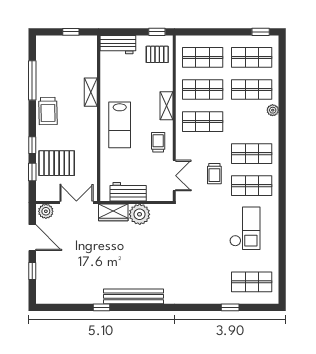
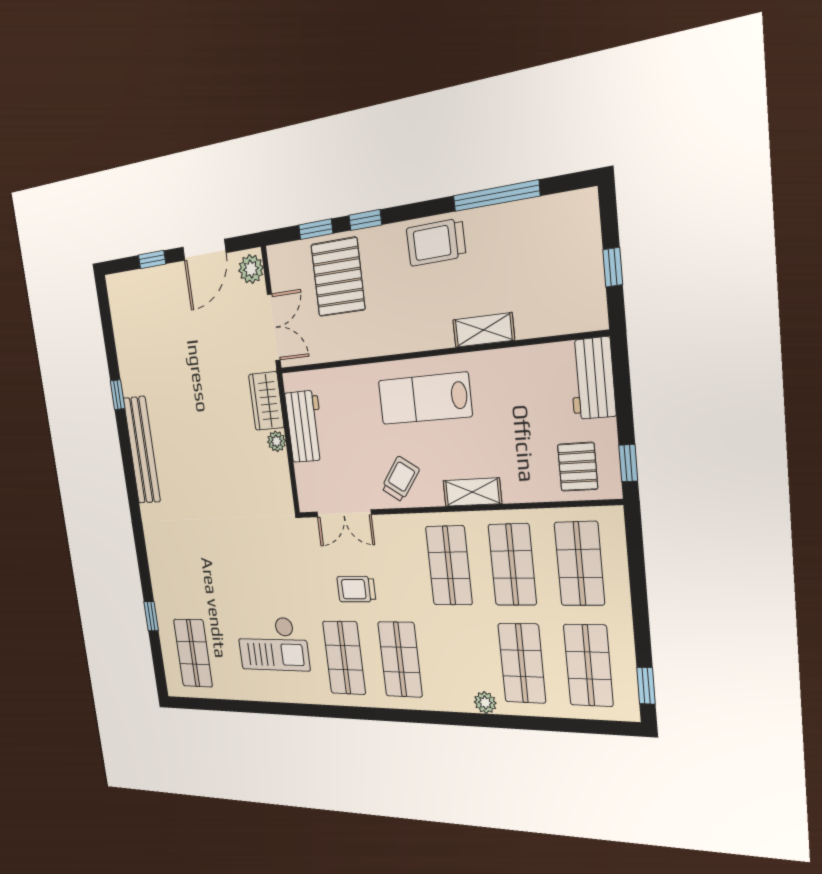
trolley: (158, 142) -> (400, 479), turned -55
plant: (140, 214) -> (277, 441), width x0.53, depth x0.53

